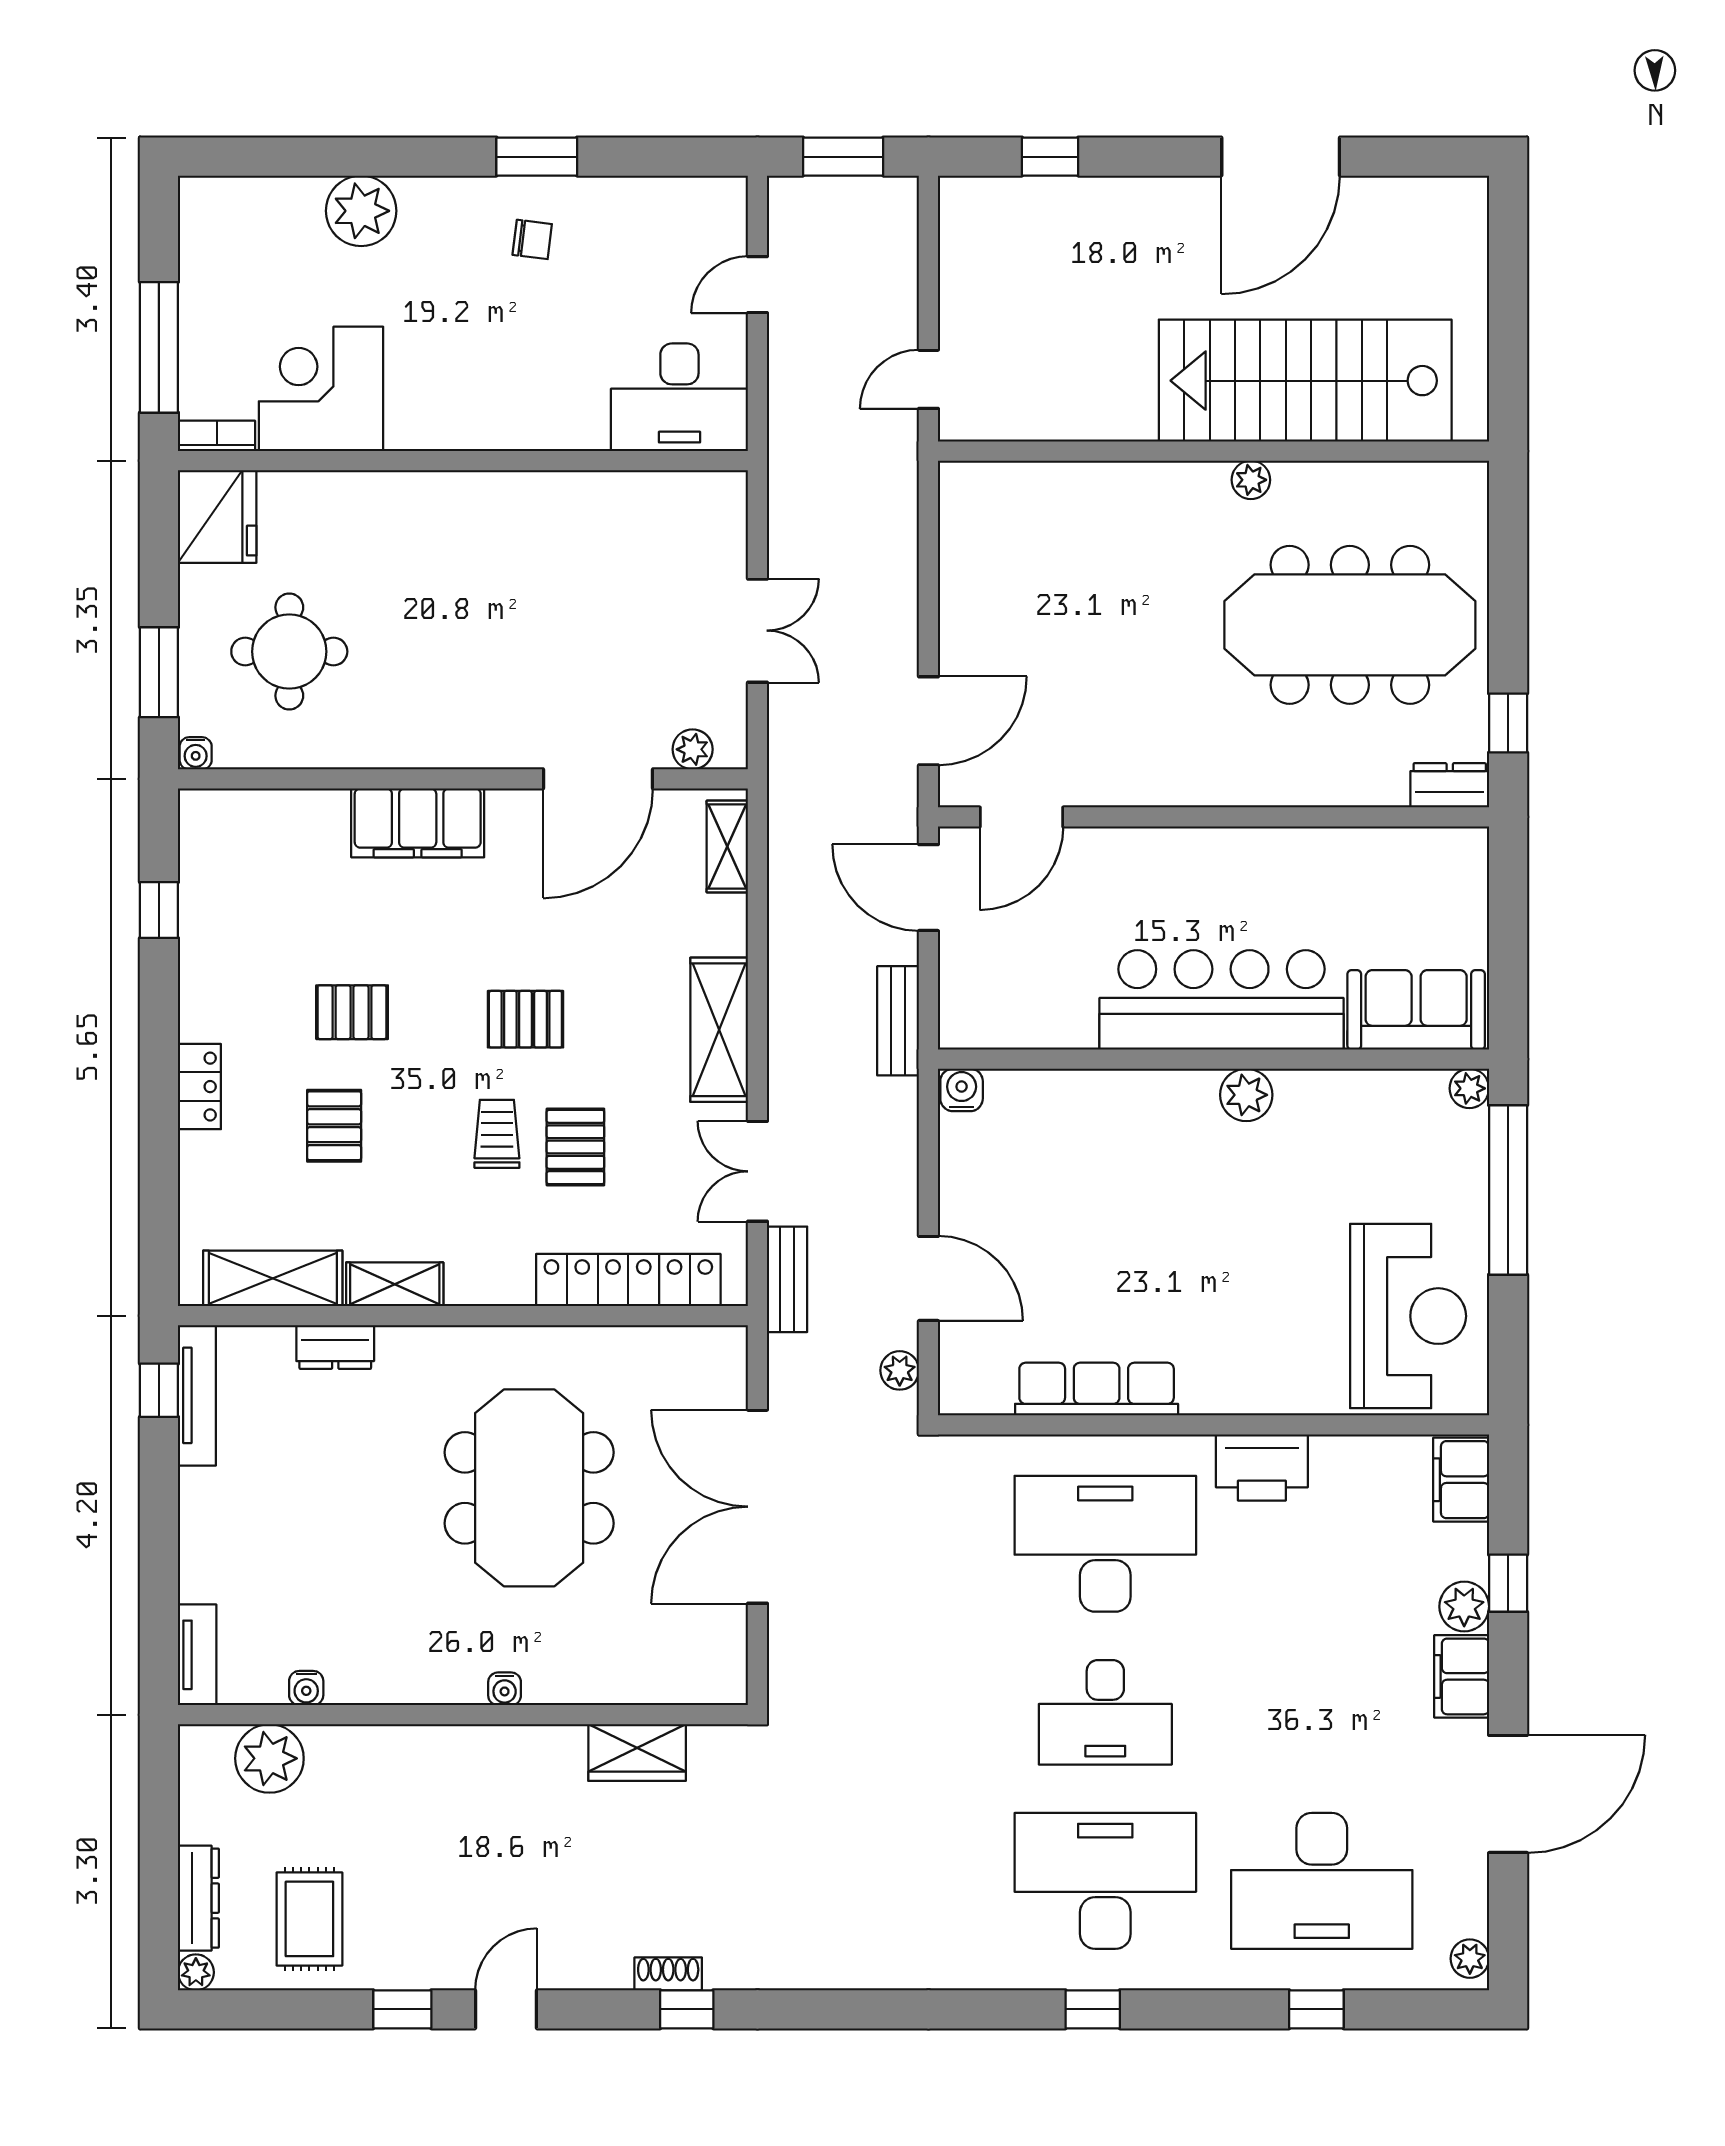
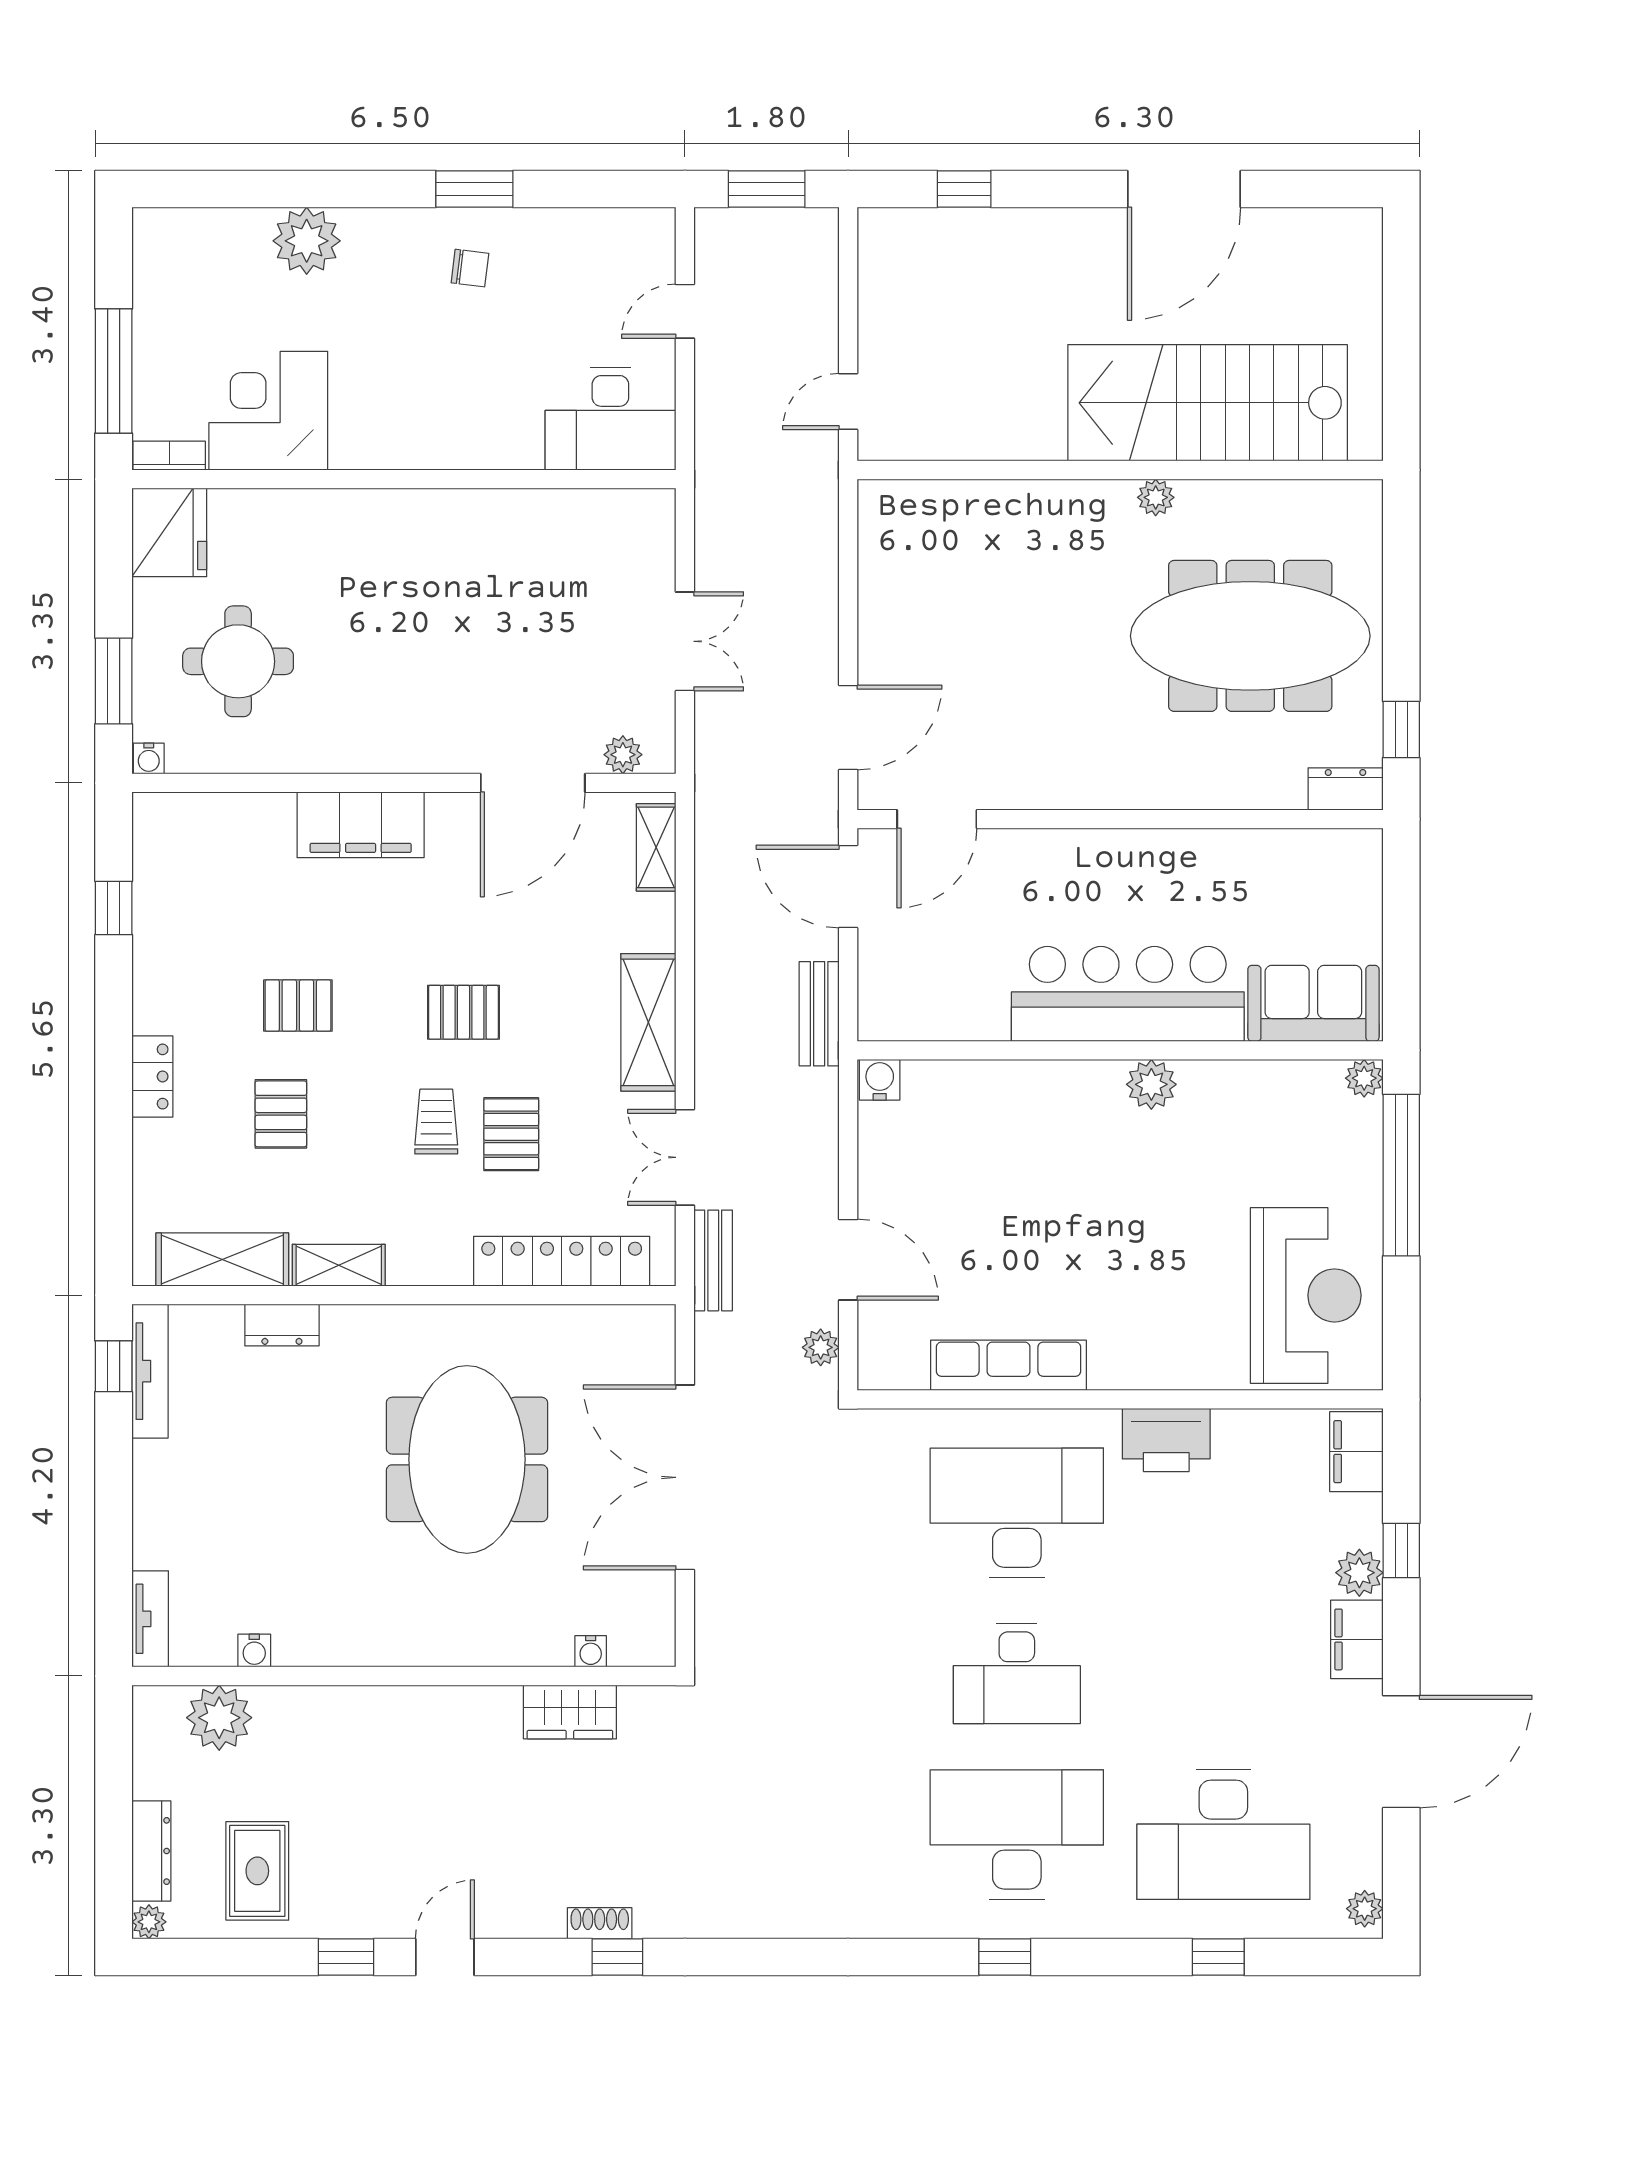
water cooler: (505, 1689) -> (591, 1651), moved

